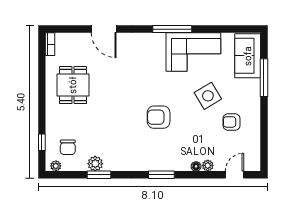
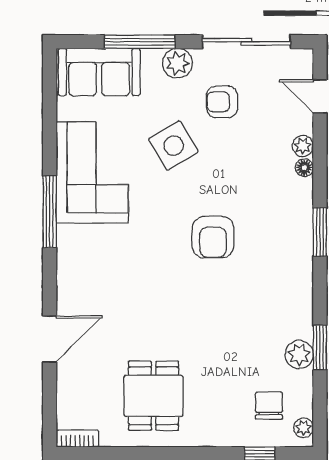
dining table: (73, 85) -> (154, 396), turned 90
plant: (252, 98) -> (177, 63), added
armchair: (232, 122) -> (222, 102), turned 90
sliding door: (264, 135) -> (246, 42), added
chair: (68, 147) -> (269, 406), turned -90

